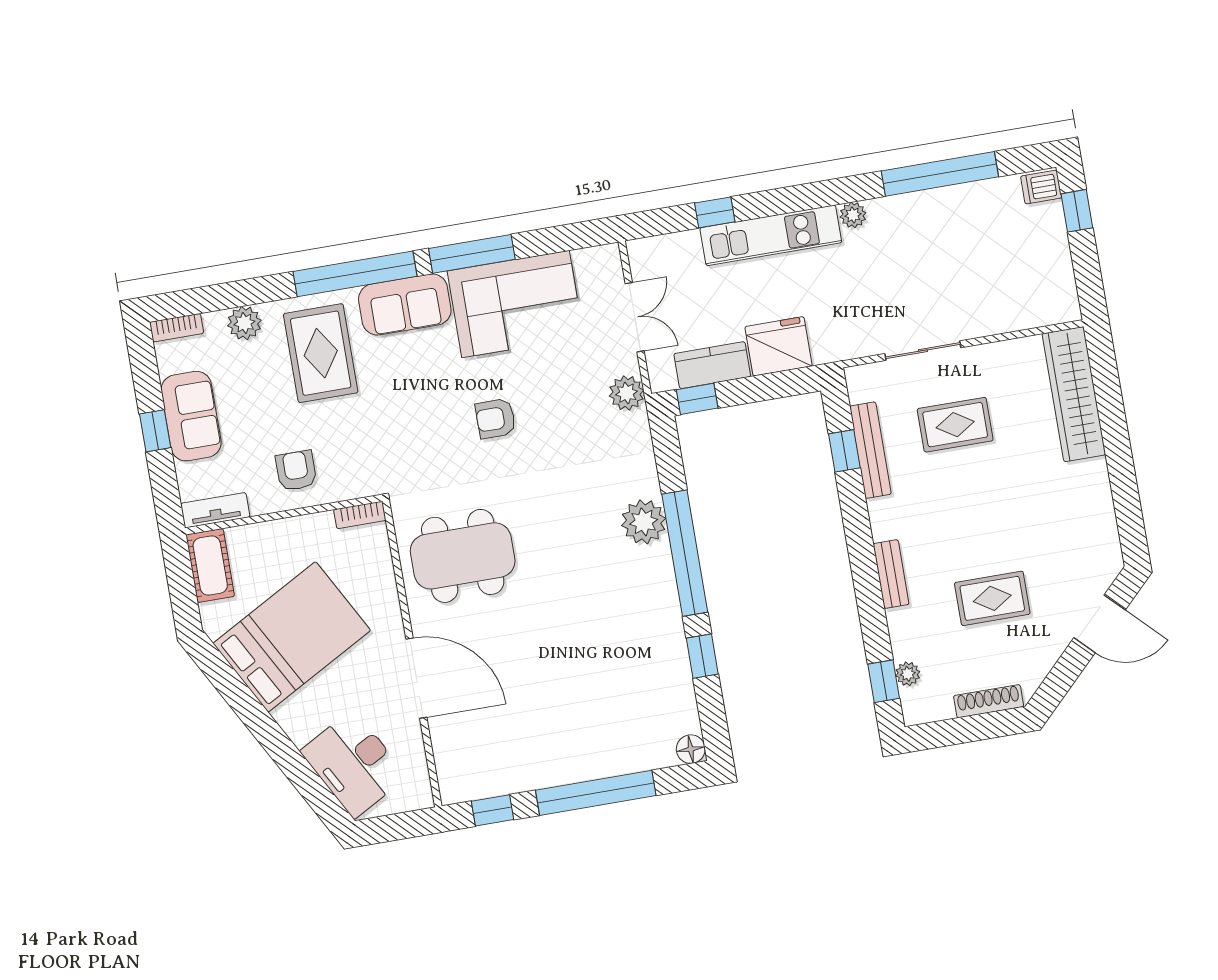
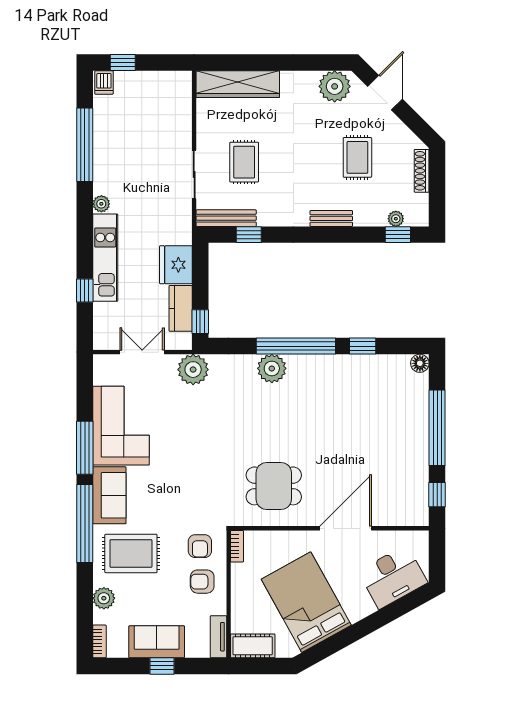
plant: (627, 393) -> (193, 370), width x1.36, depth x1.36
armchair: (496, 419) -> (200, 546), moved
bench: (870, 450) -> (226, 218), moved
plant: (1096, 544) -> (335, 86), added
dining table: (463, 556) -> (274, 486), width x0.73

